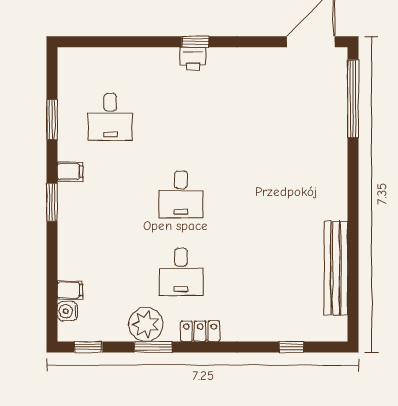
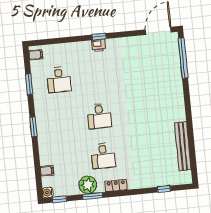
filing cabinet: (70, 172) -> (36, 55), moved
water cooler: (67, 311) -> (48, 192), moved

